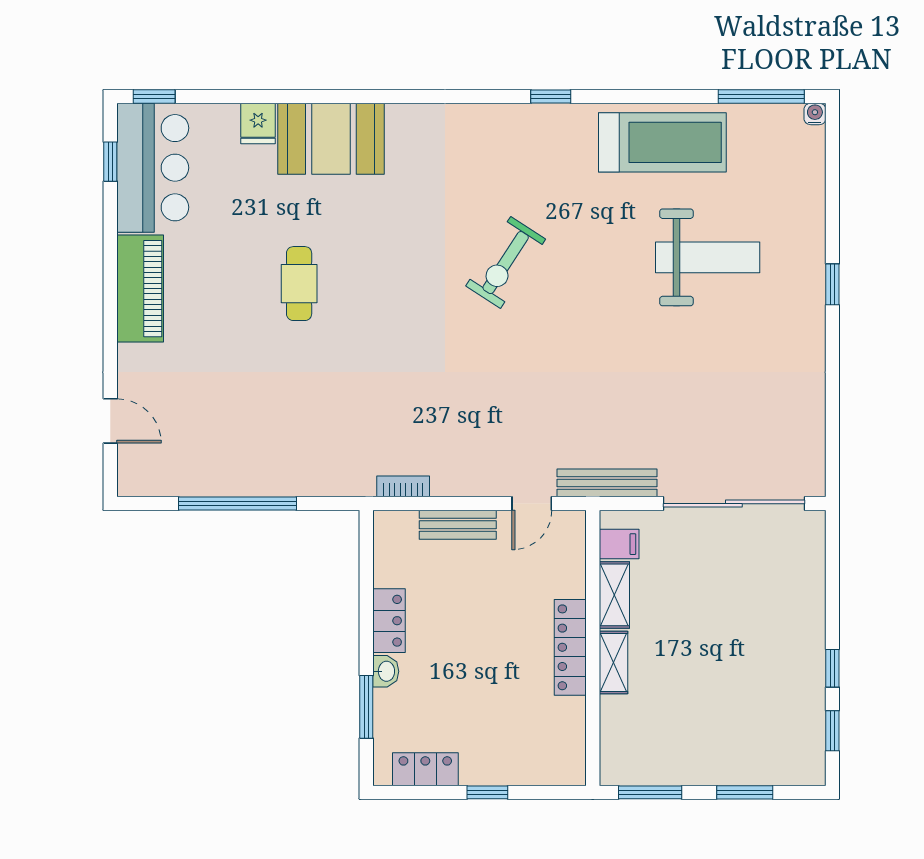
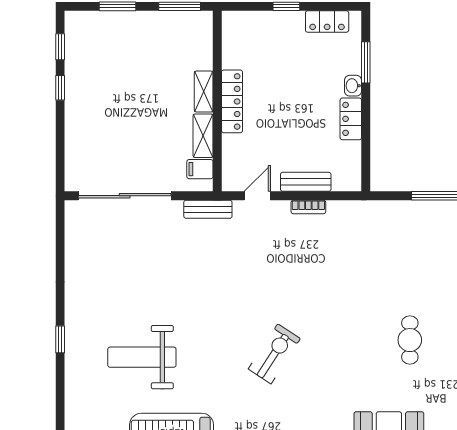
bench: (607, 483) -> (208, 209), width x0.73
bookcase: (403, 486) -> (308, 207), moved

